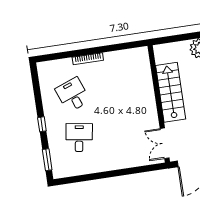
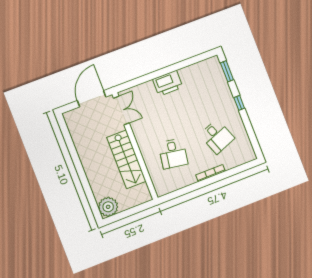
desk: (79, 138) -> (173, 154), moved
printer: (111, 161) -> (168, 83), added

